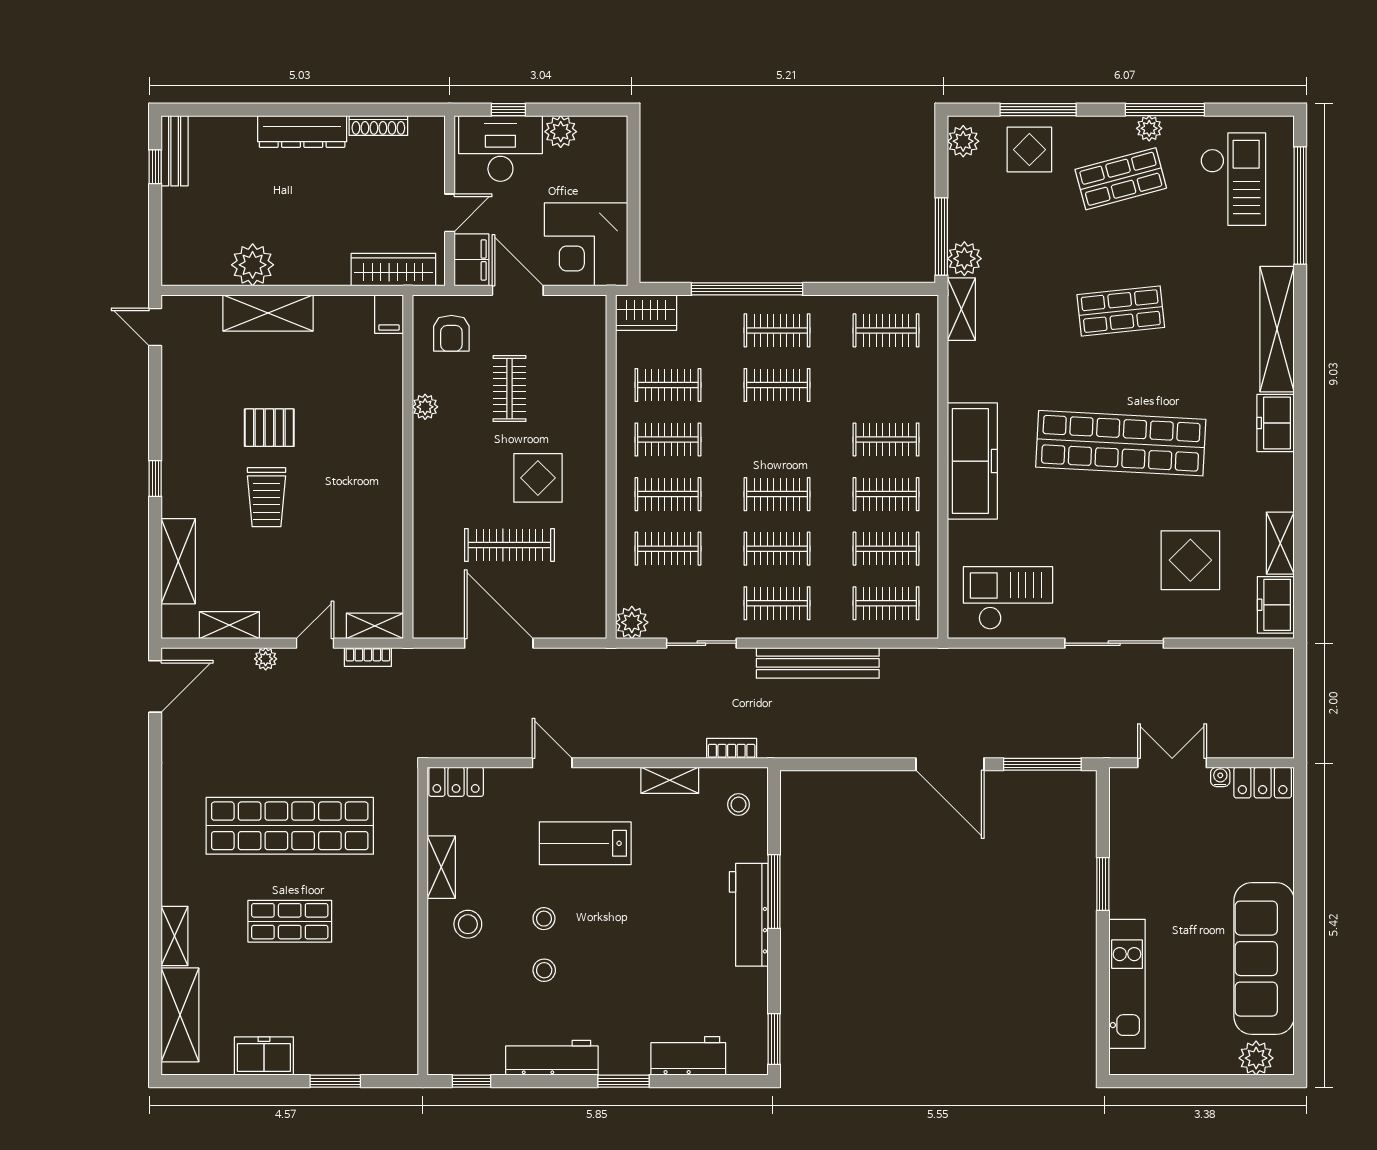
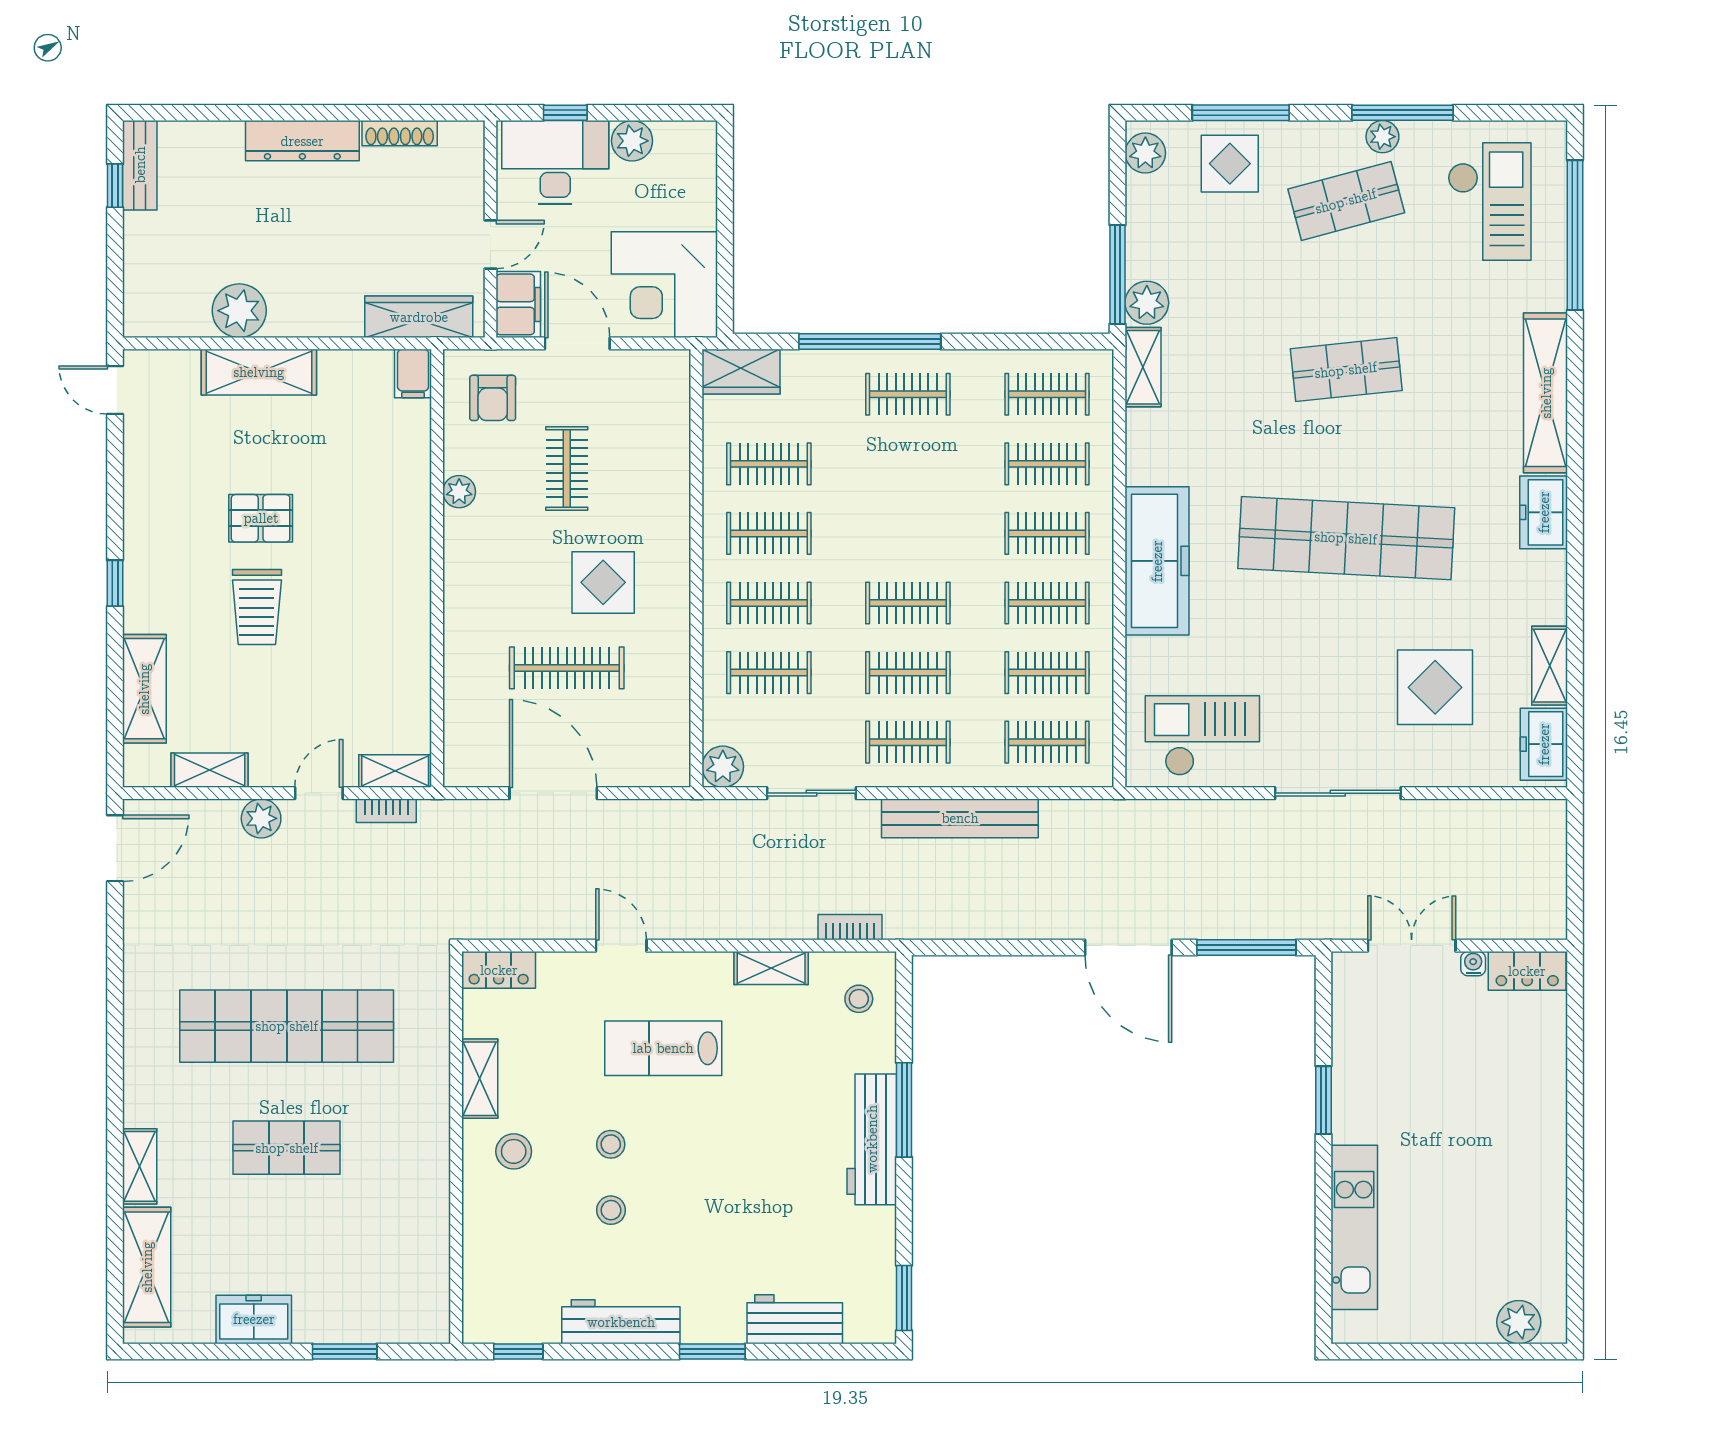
clothes rail: (777, 385) -> (1047, 464), moved
plant: (266, 659) -> (261, 818), width x1.38, depth x1.38
sofa: (1264, 959) -> (1529, 1195), removed

